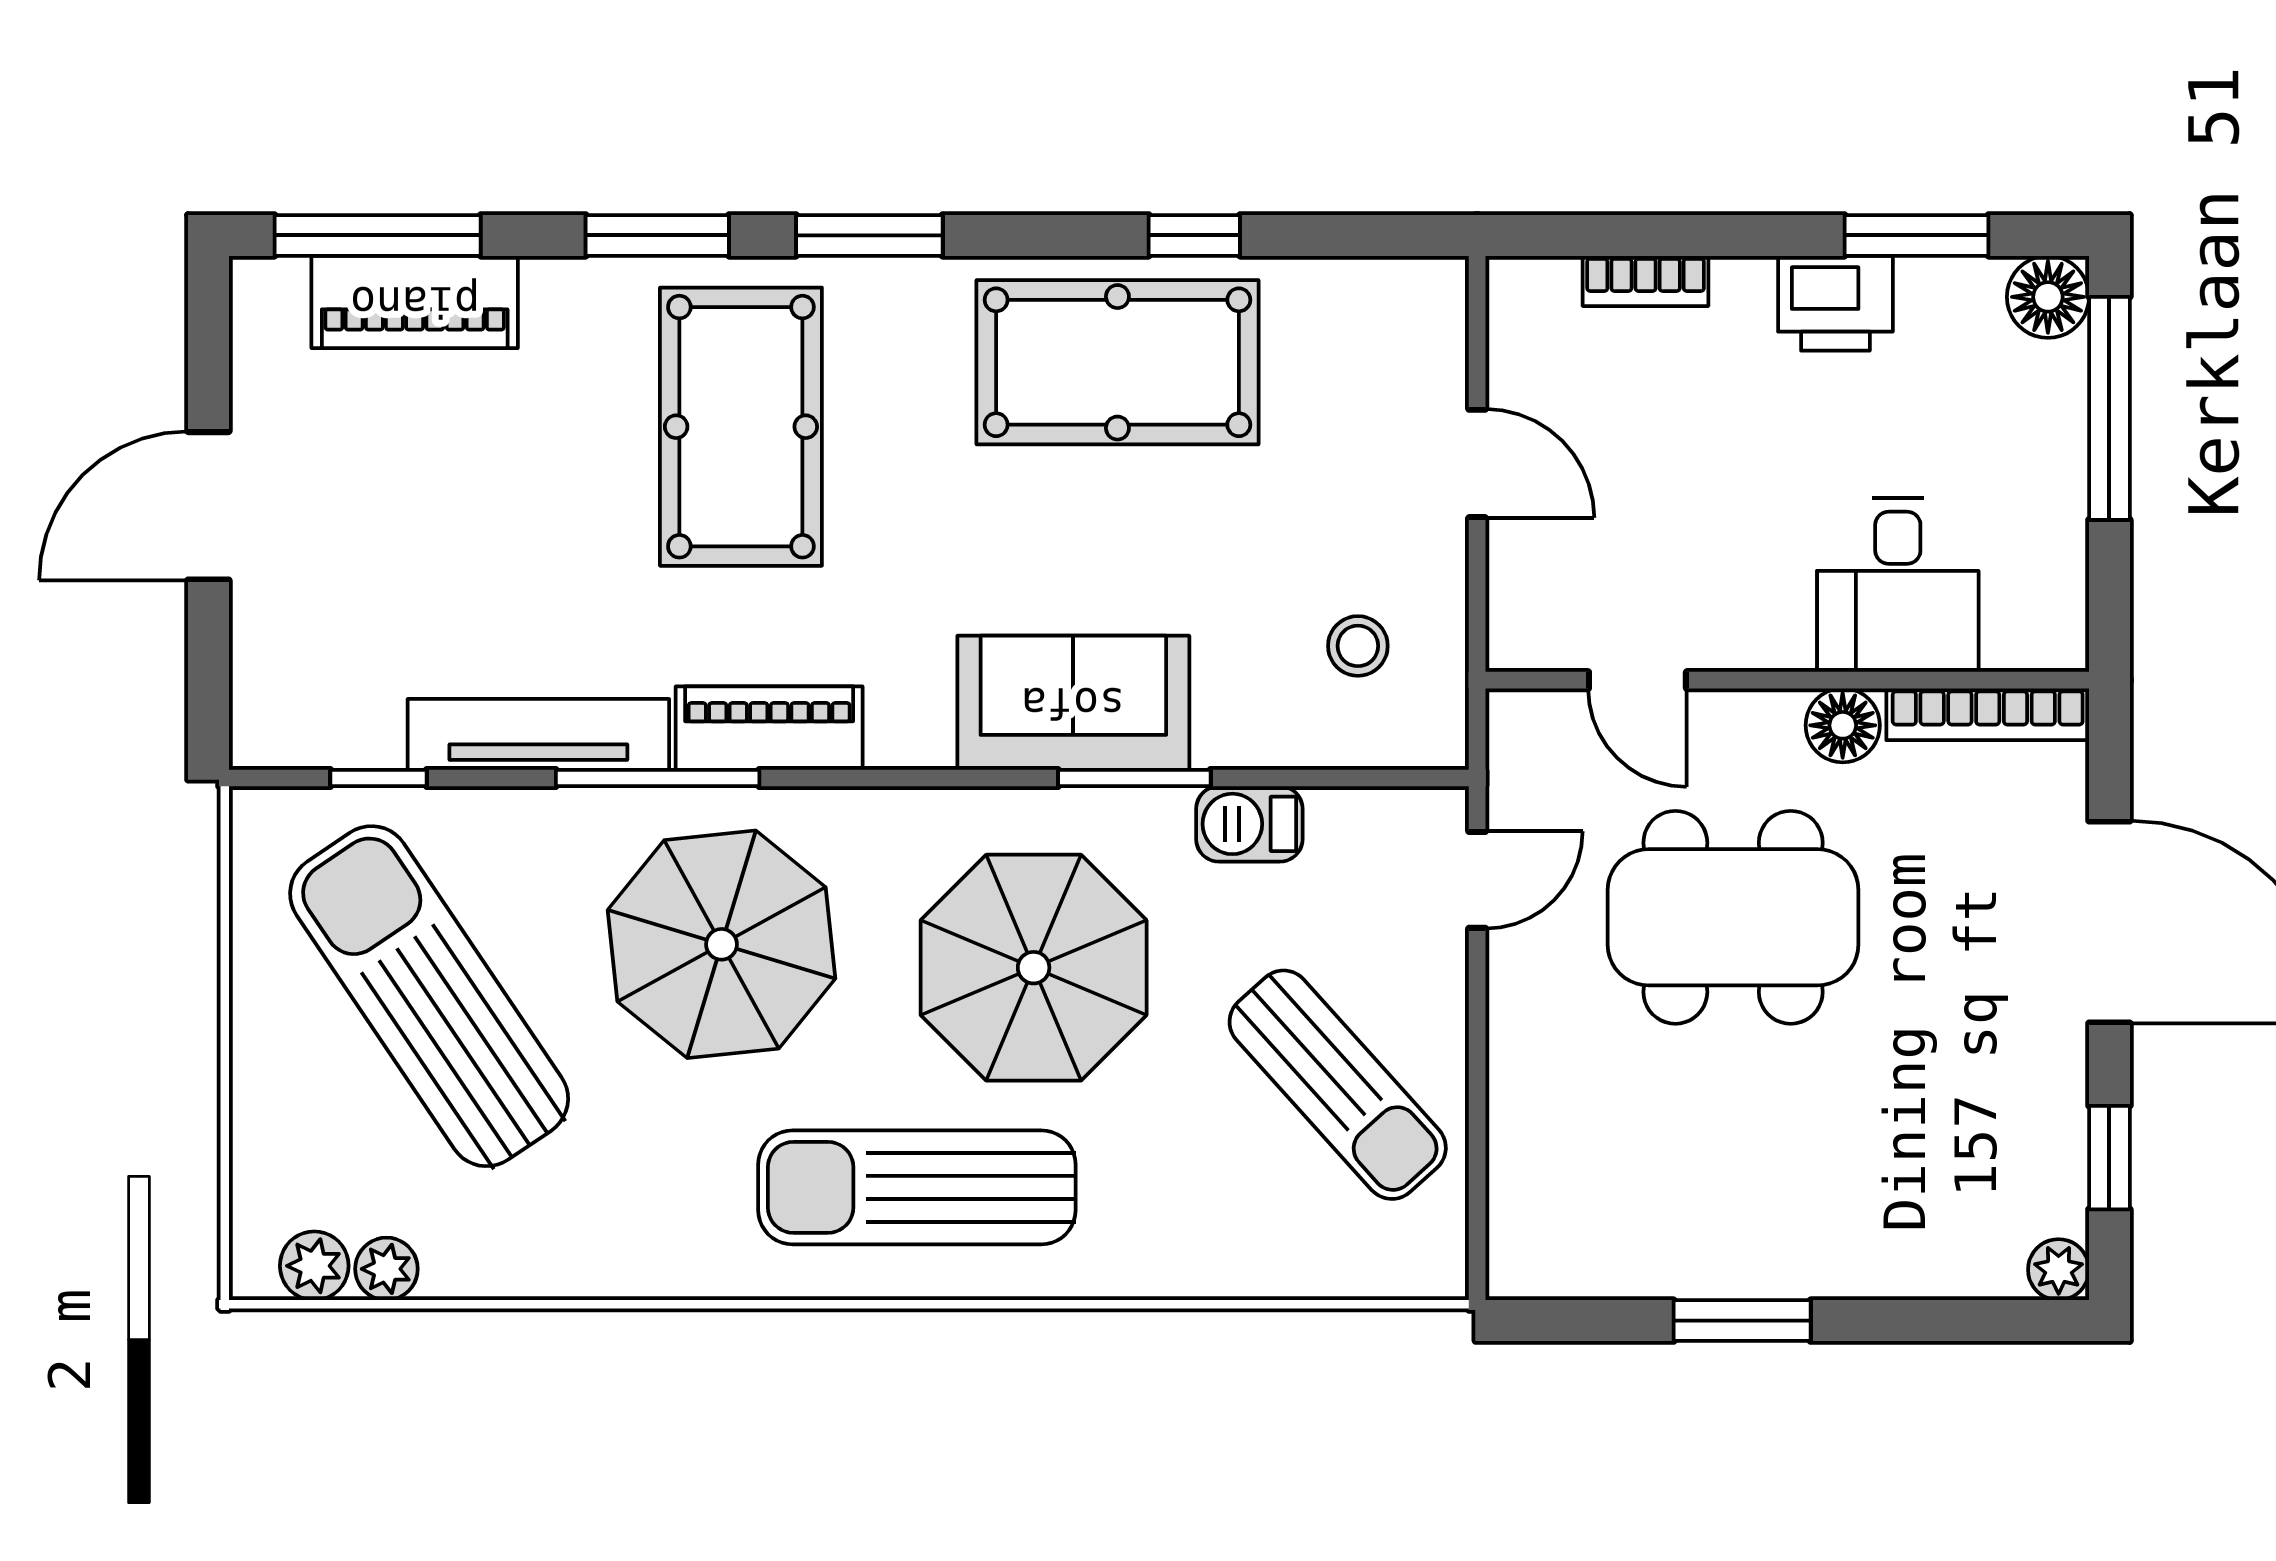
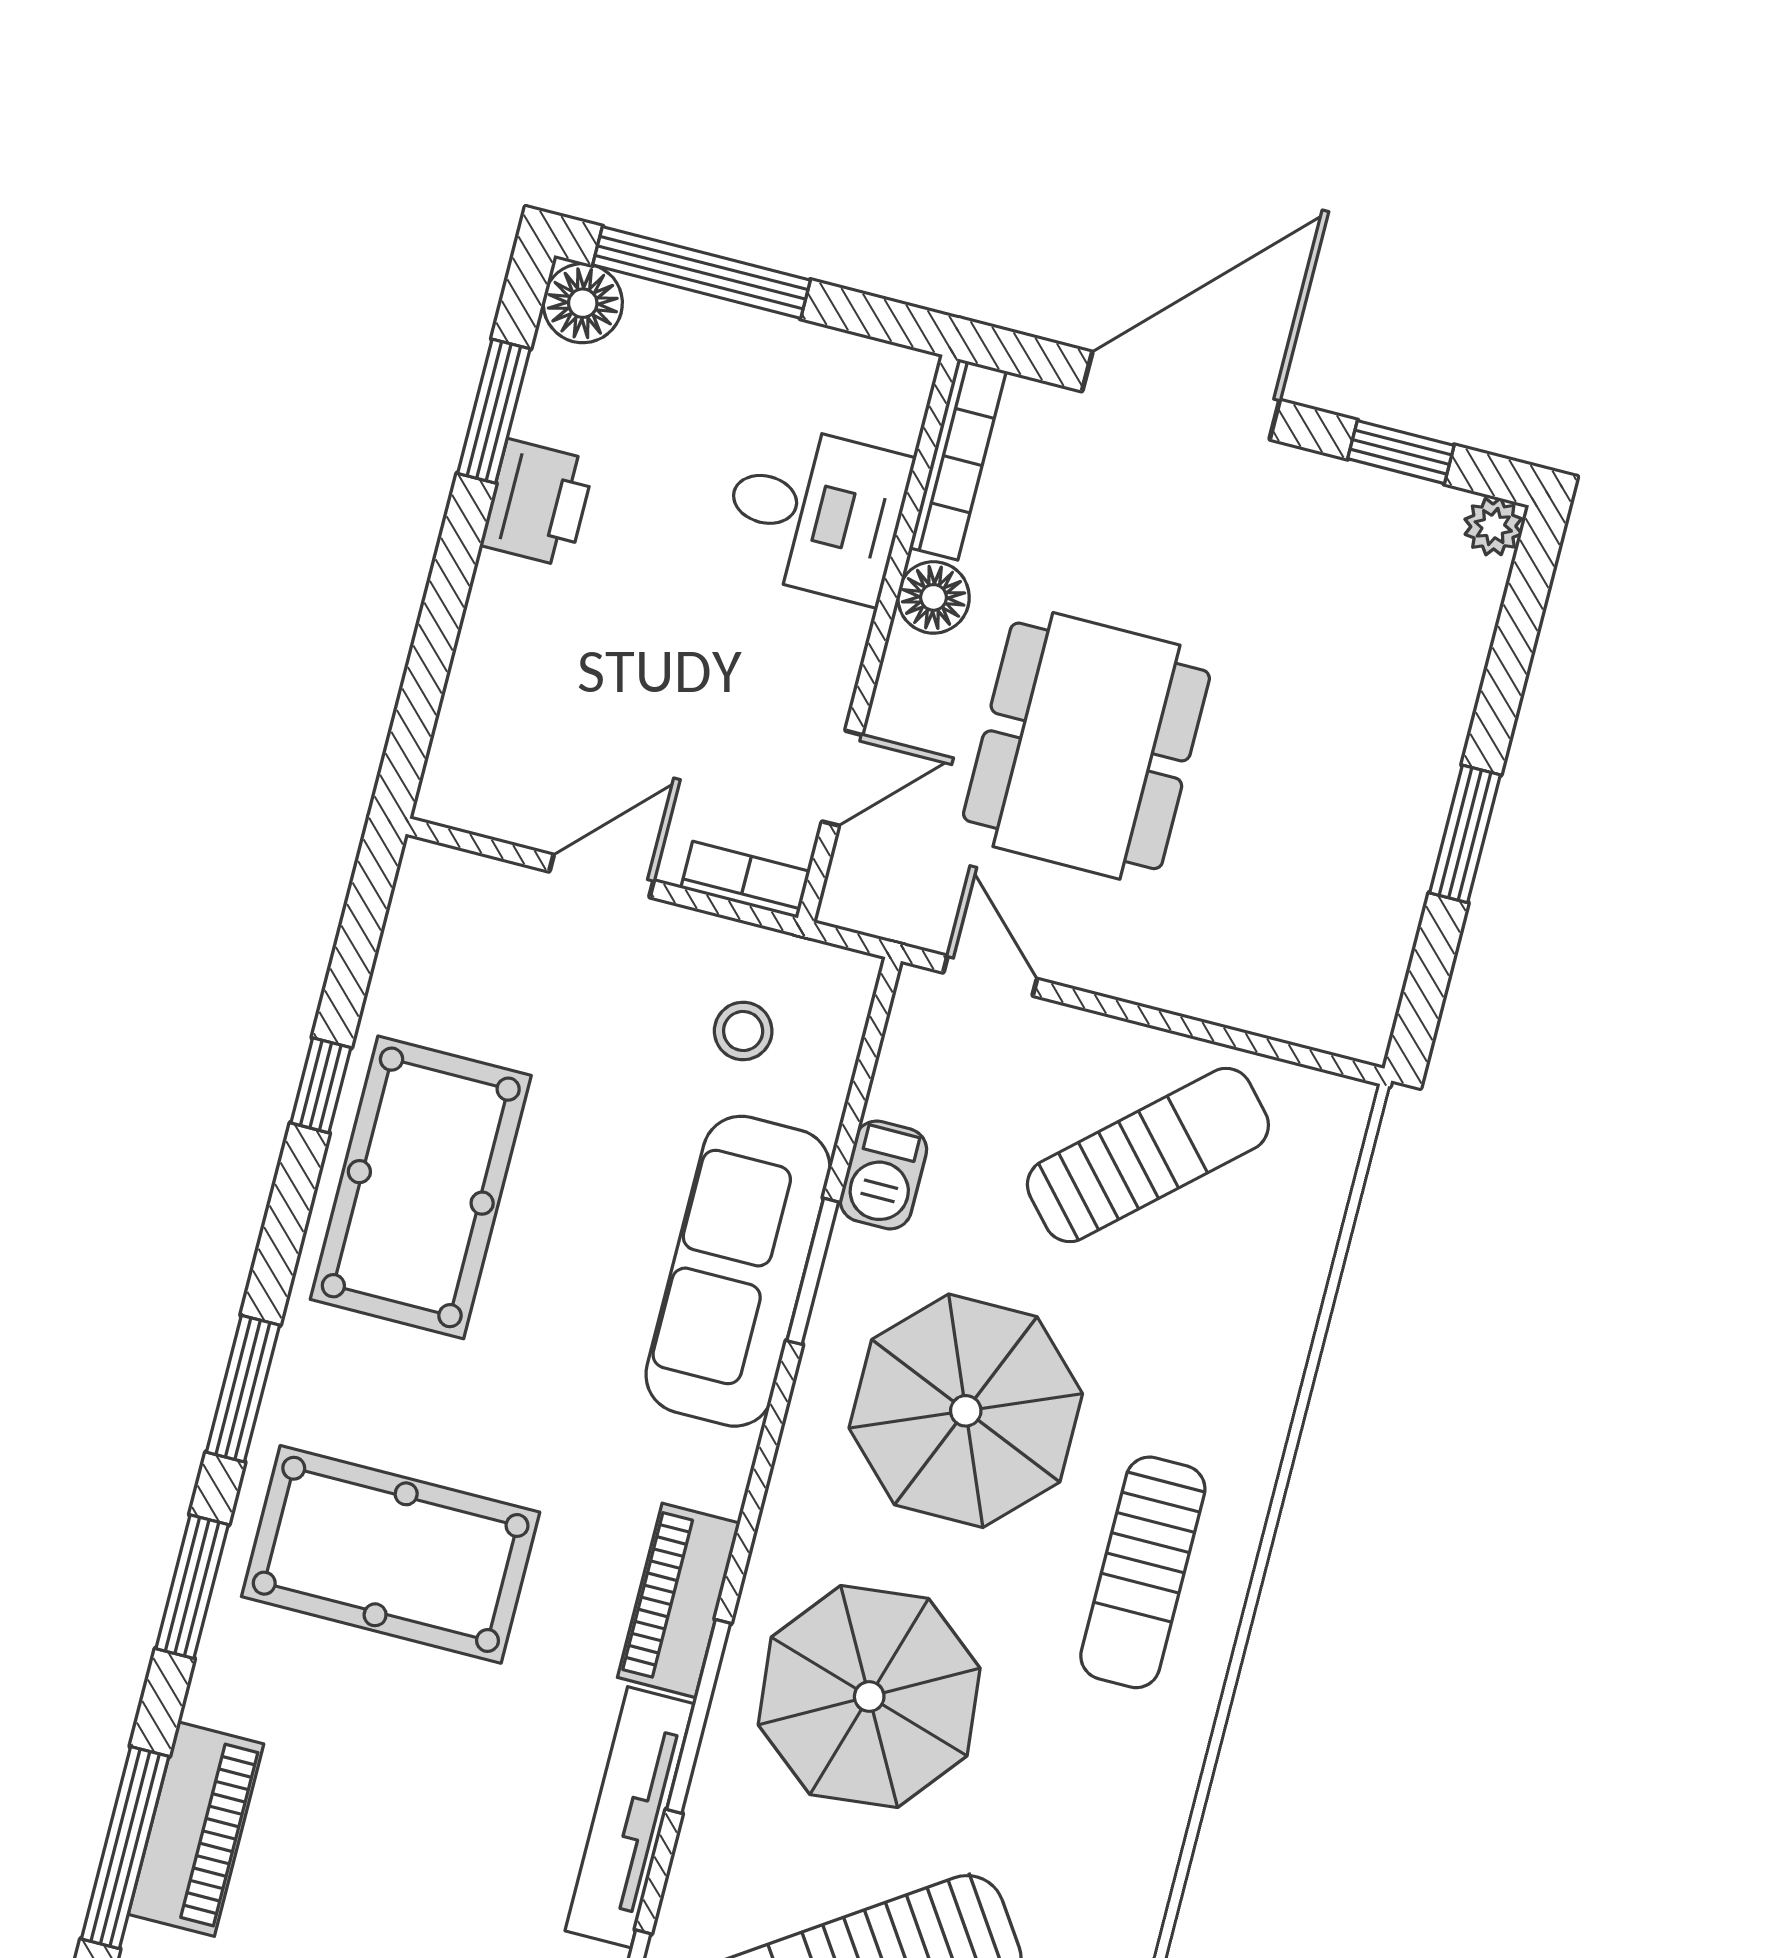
bookcase: (1646, 281) -> (745, 880), moved, turned -90
sofa: (1073, 703) -> (738, 1271), width x1.36
sun lounger: (917, 1187) -> (1143, 1572), width x0.73, depth x0.75

